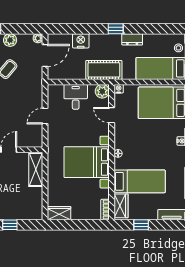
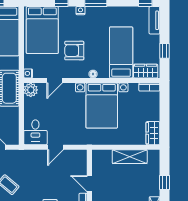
desk: (76, 97) -> (35, 132), moved, turned -90
door: (45, 116) -> (56, 147), hinge flipped
armchair: (141, 135) -> (74, 51), added
shelving: (36, 169) -> (130, 157), moved

